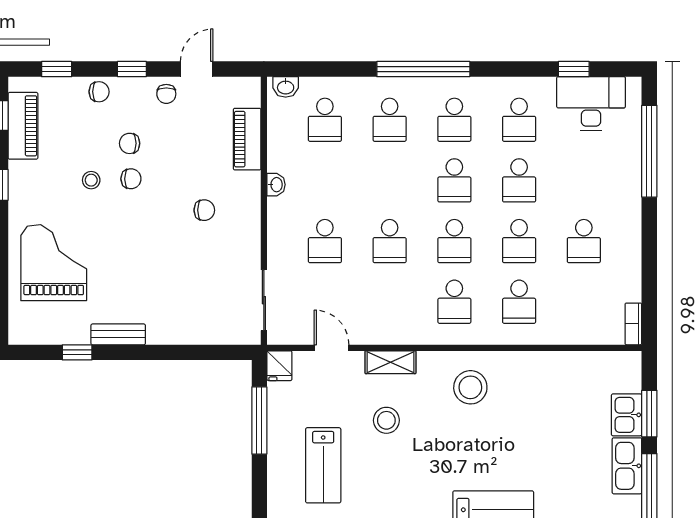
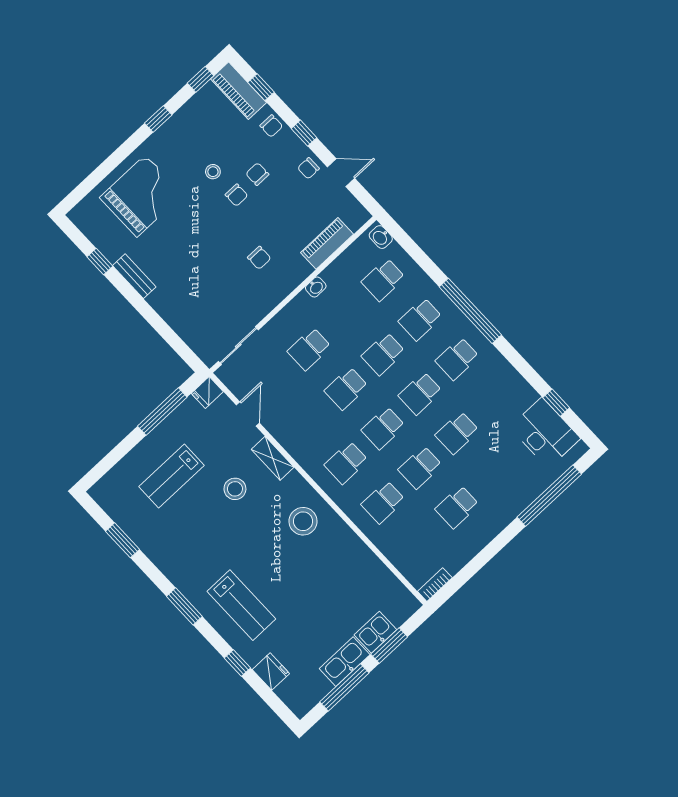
school desk: (519, 120) -> (383, 354), moved
piano: (23, 126) -> (239, 91), moved, turned 90

